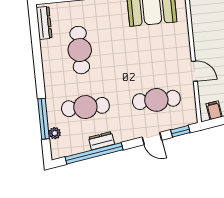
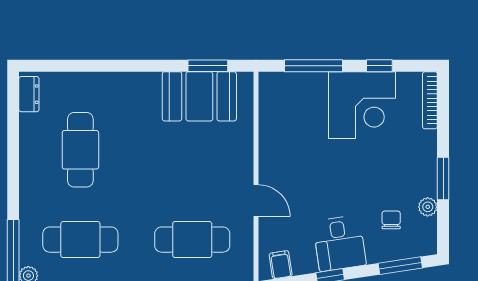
dresser: (44, 23) -> (29, 94), width x0.70

